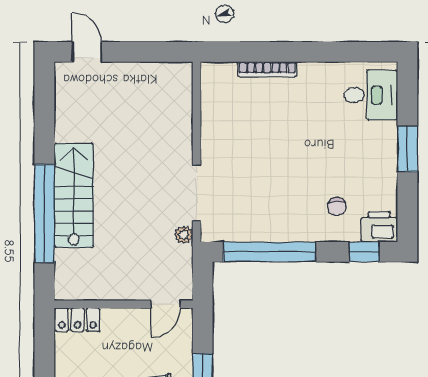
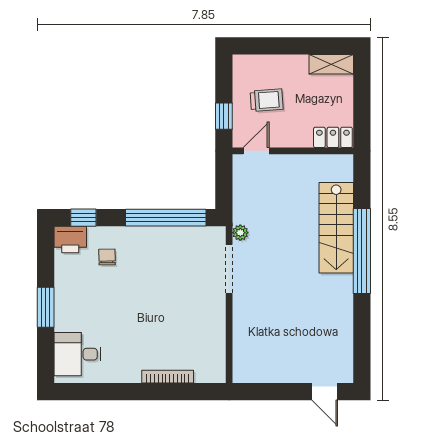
stairs: (74, 195) -> (336, 228), moved
wall: (124, 304) -> (293, 151), moved
door: (166, 304) -> (256, 151), moved
locker: (77, 320) -> (333, 137), moved

